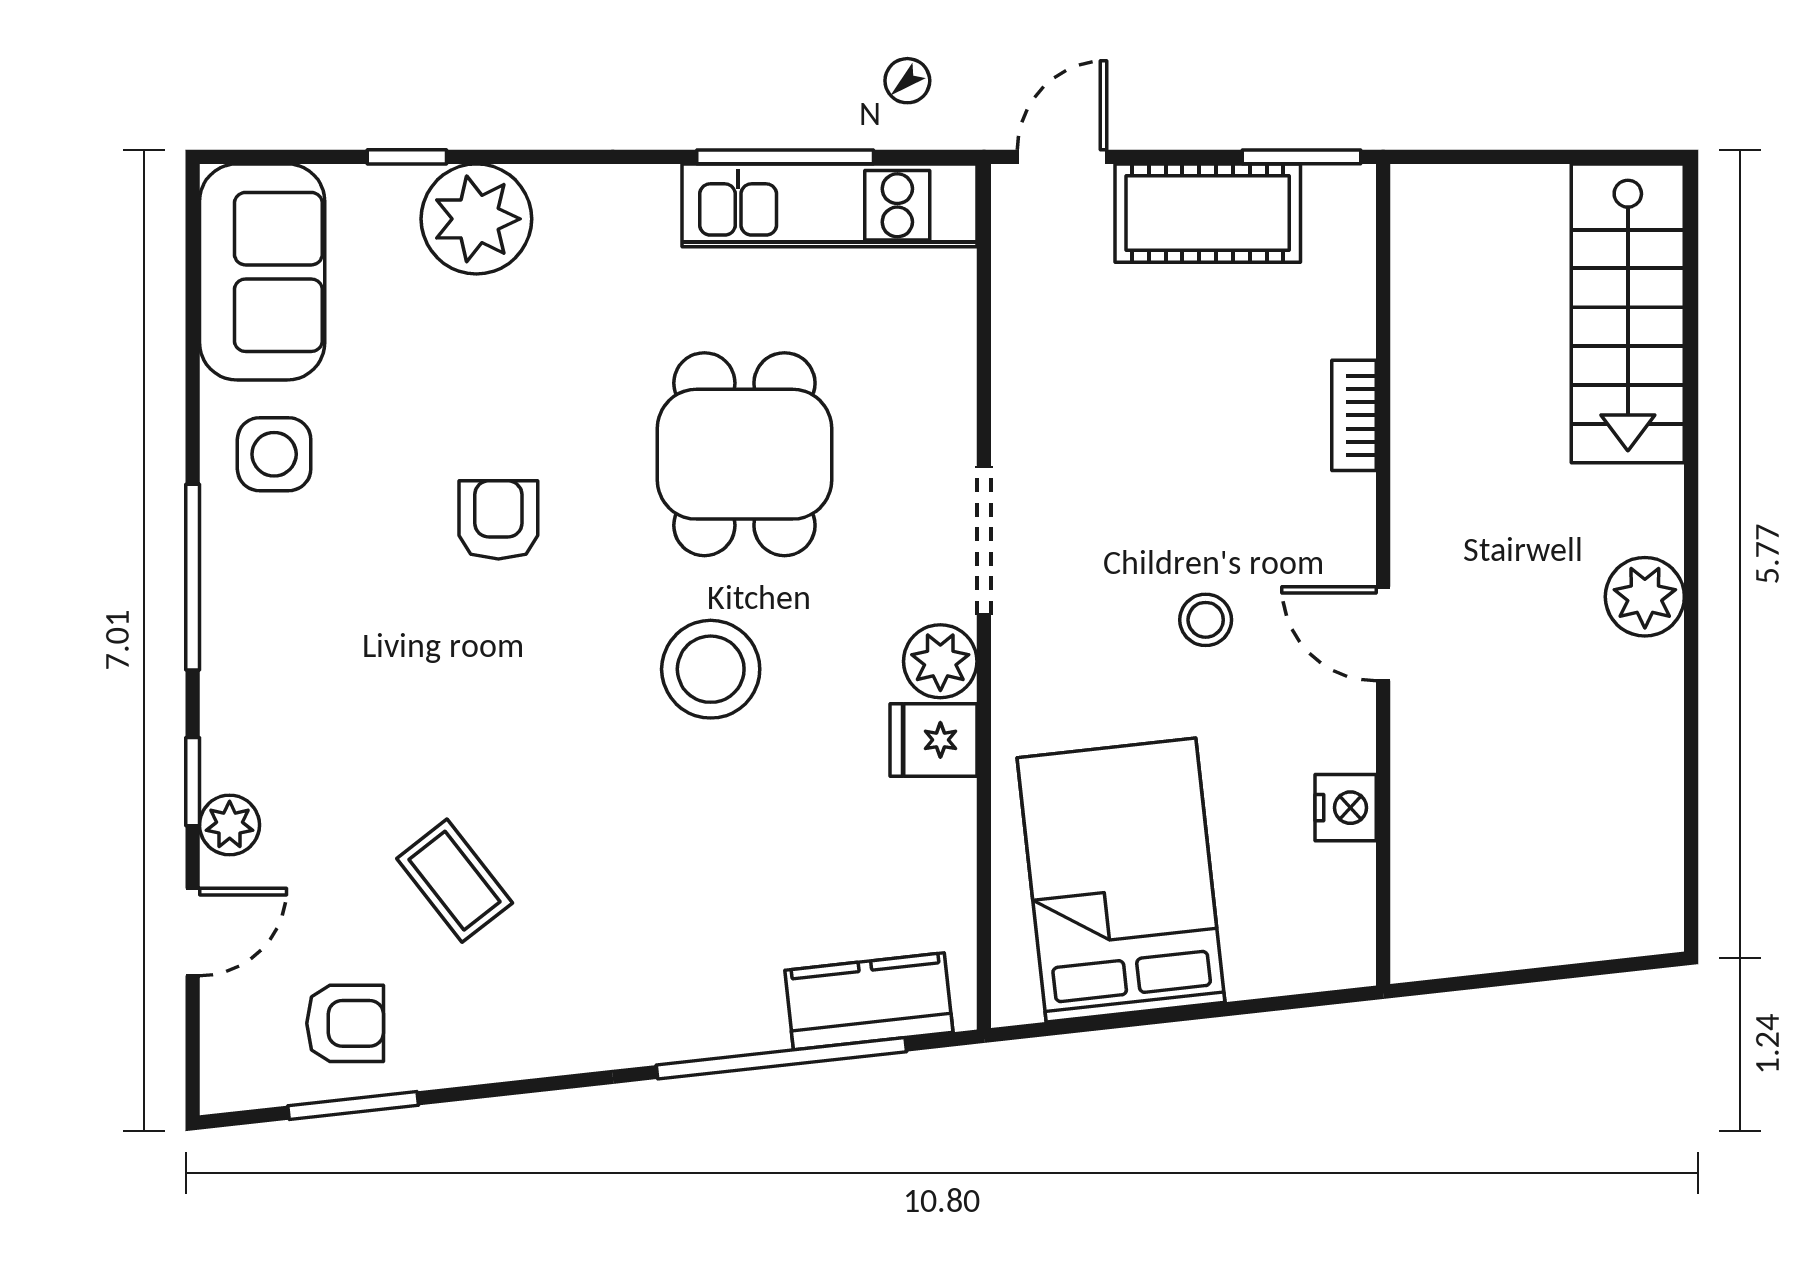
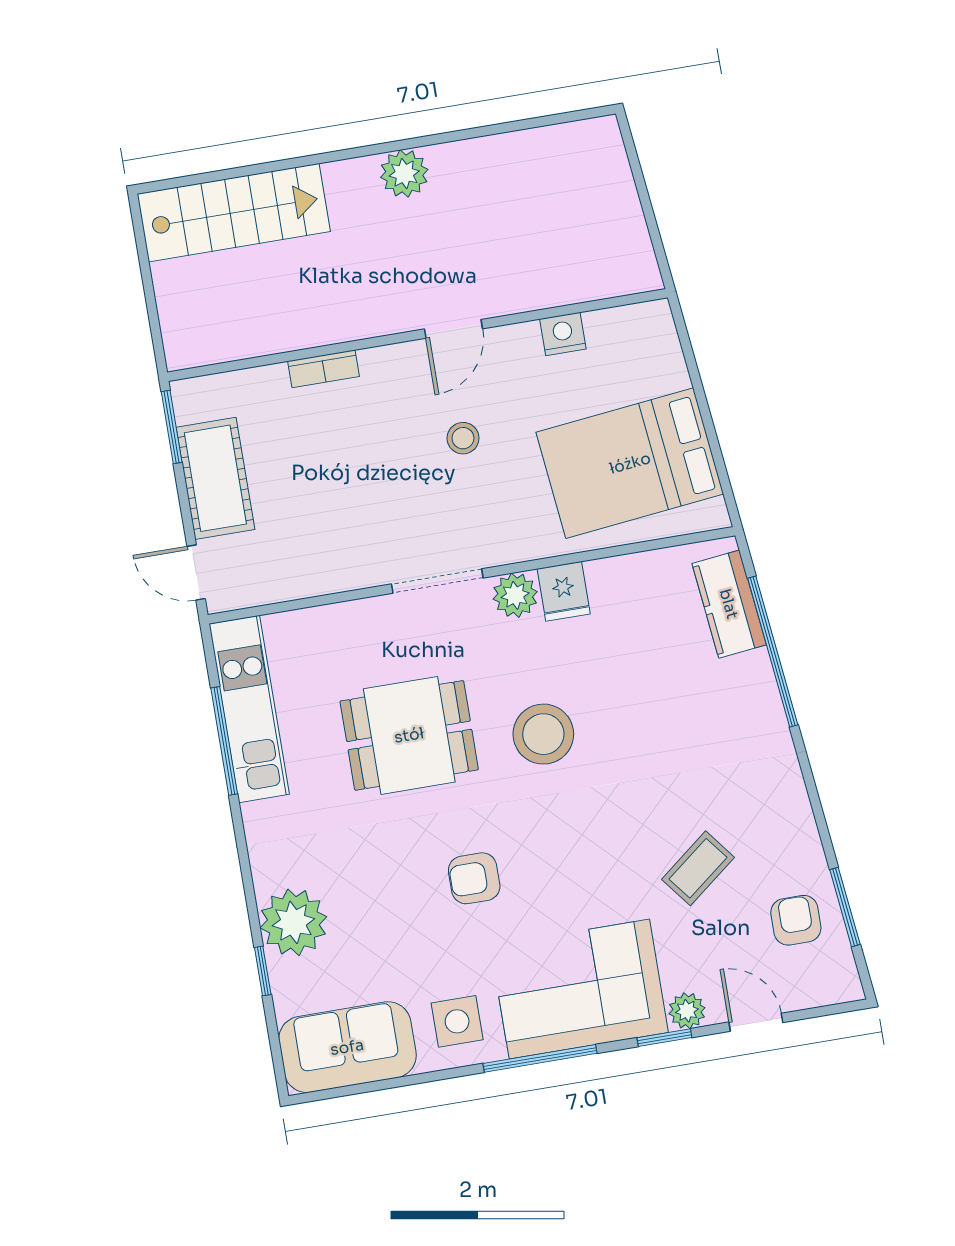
corner sofa: (293, 659) -> (579, 989), added

